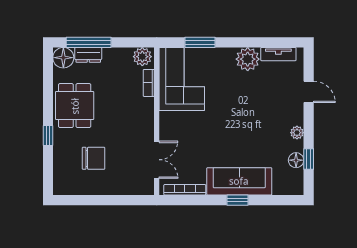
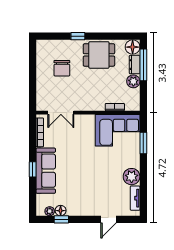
plant: (142, 57) -> (133, 81), moved
plant: (297, 133) -> (50, 211), moved

